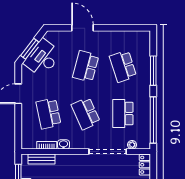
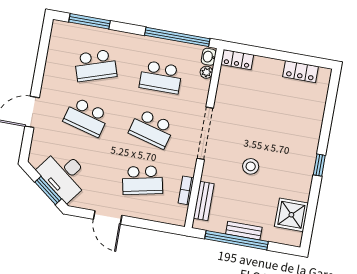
window: (153, 71) -> (89, 21), moved
school desk: (86, 114) -> (152, 129), turned 39
washbasin: (63, 144) -> (209, 57), moved
doorway: (108, 152) -> (205, 133), moved

